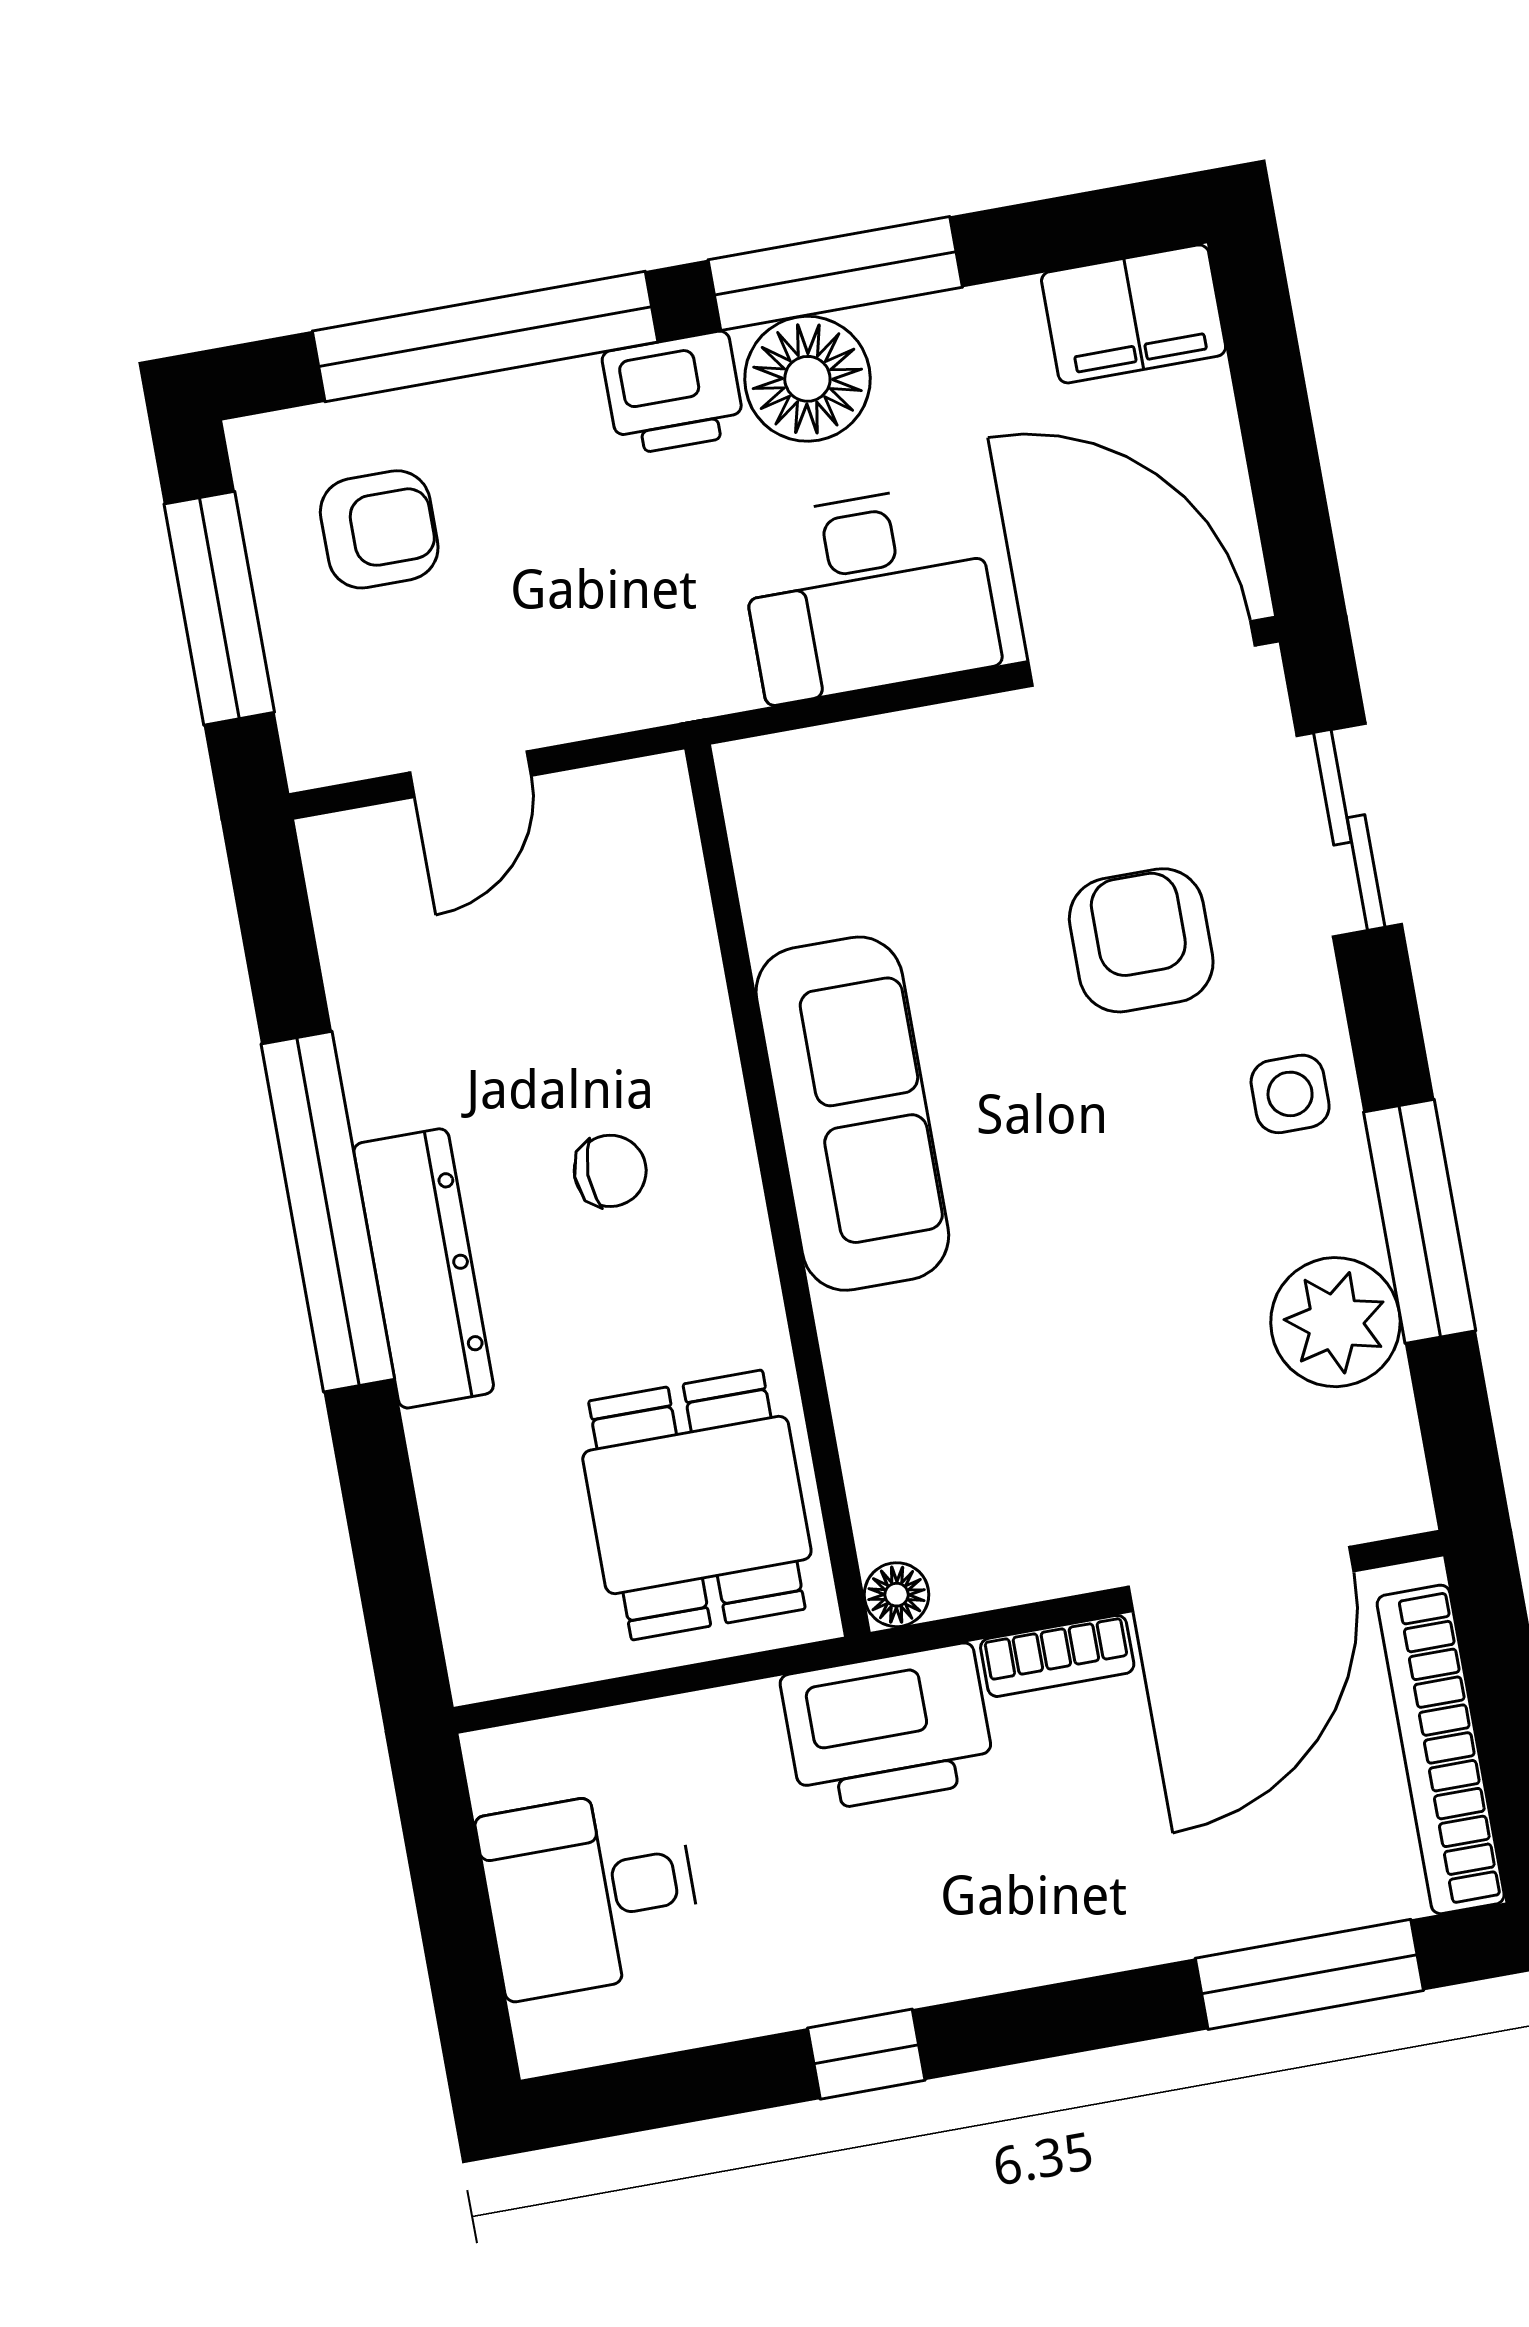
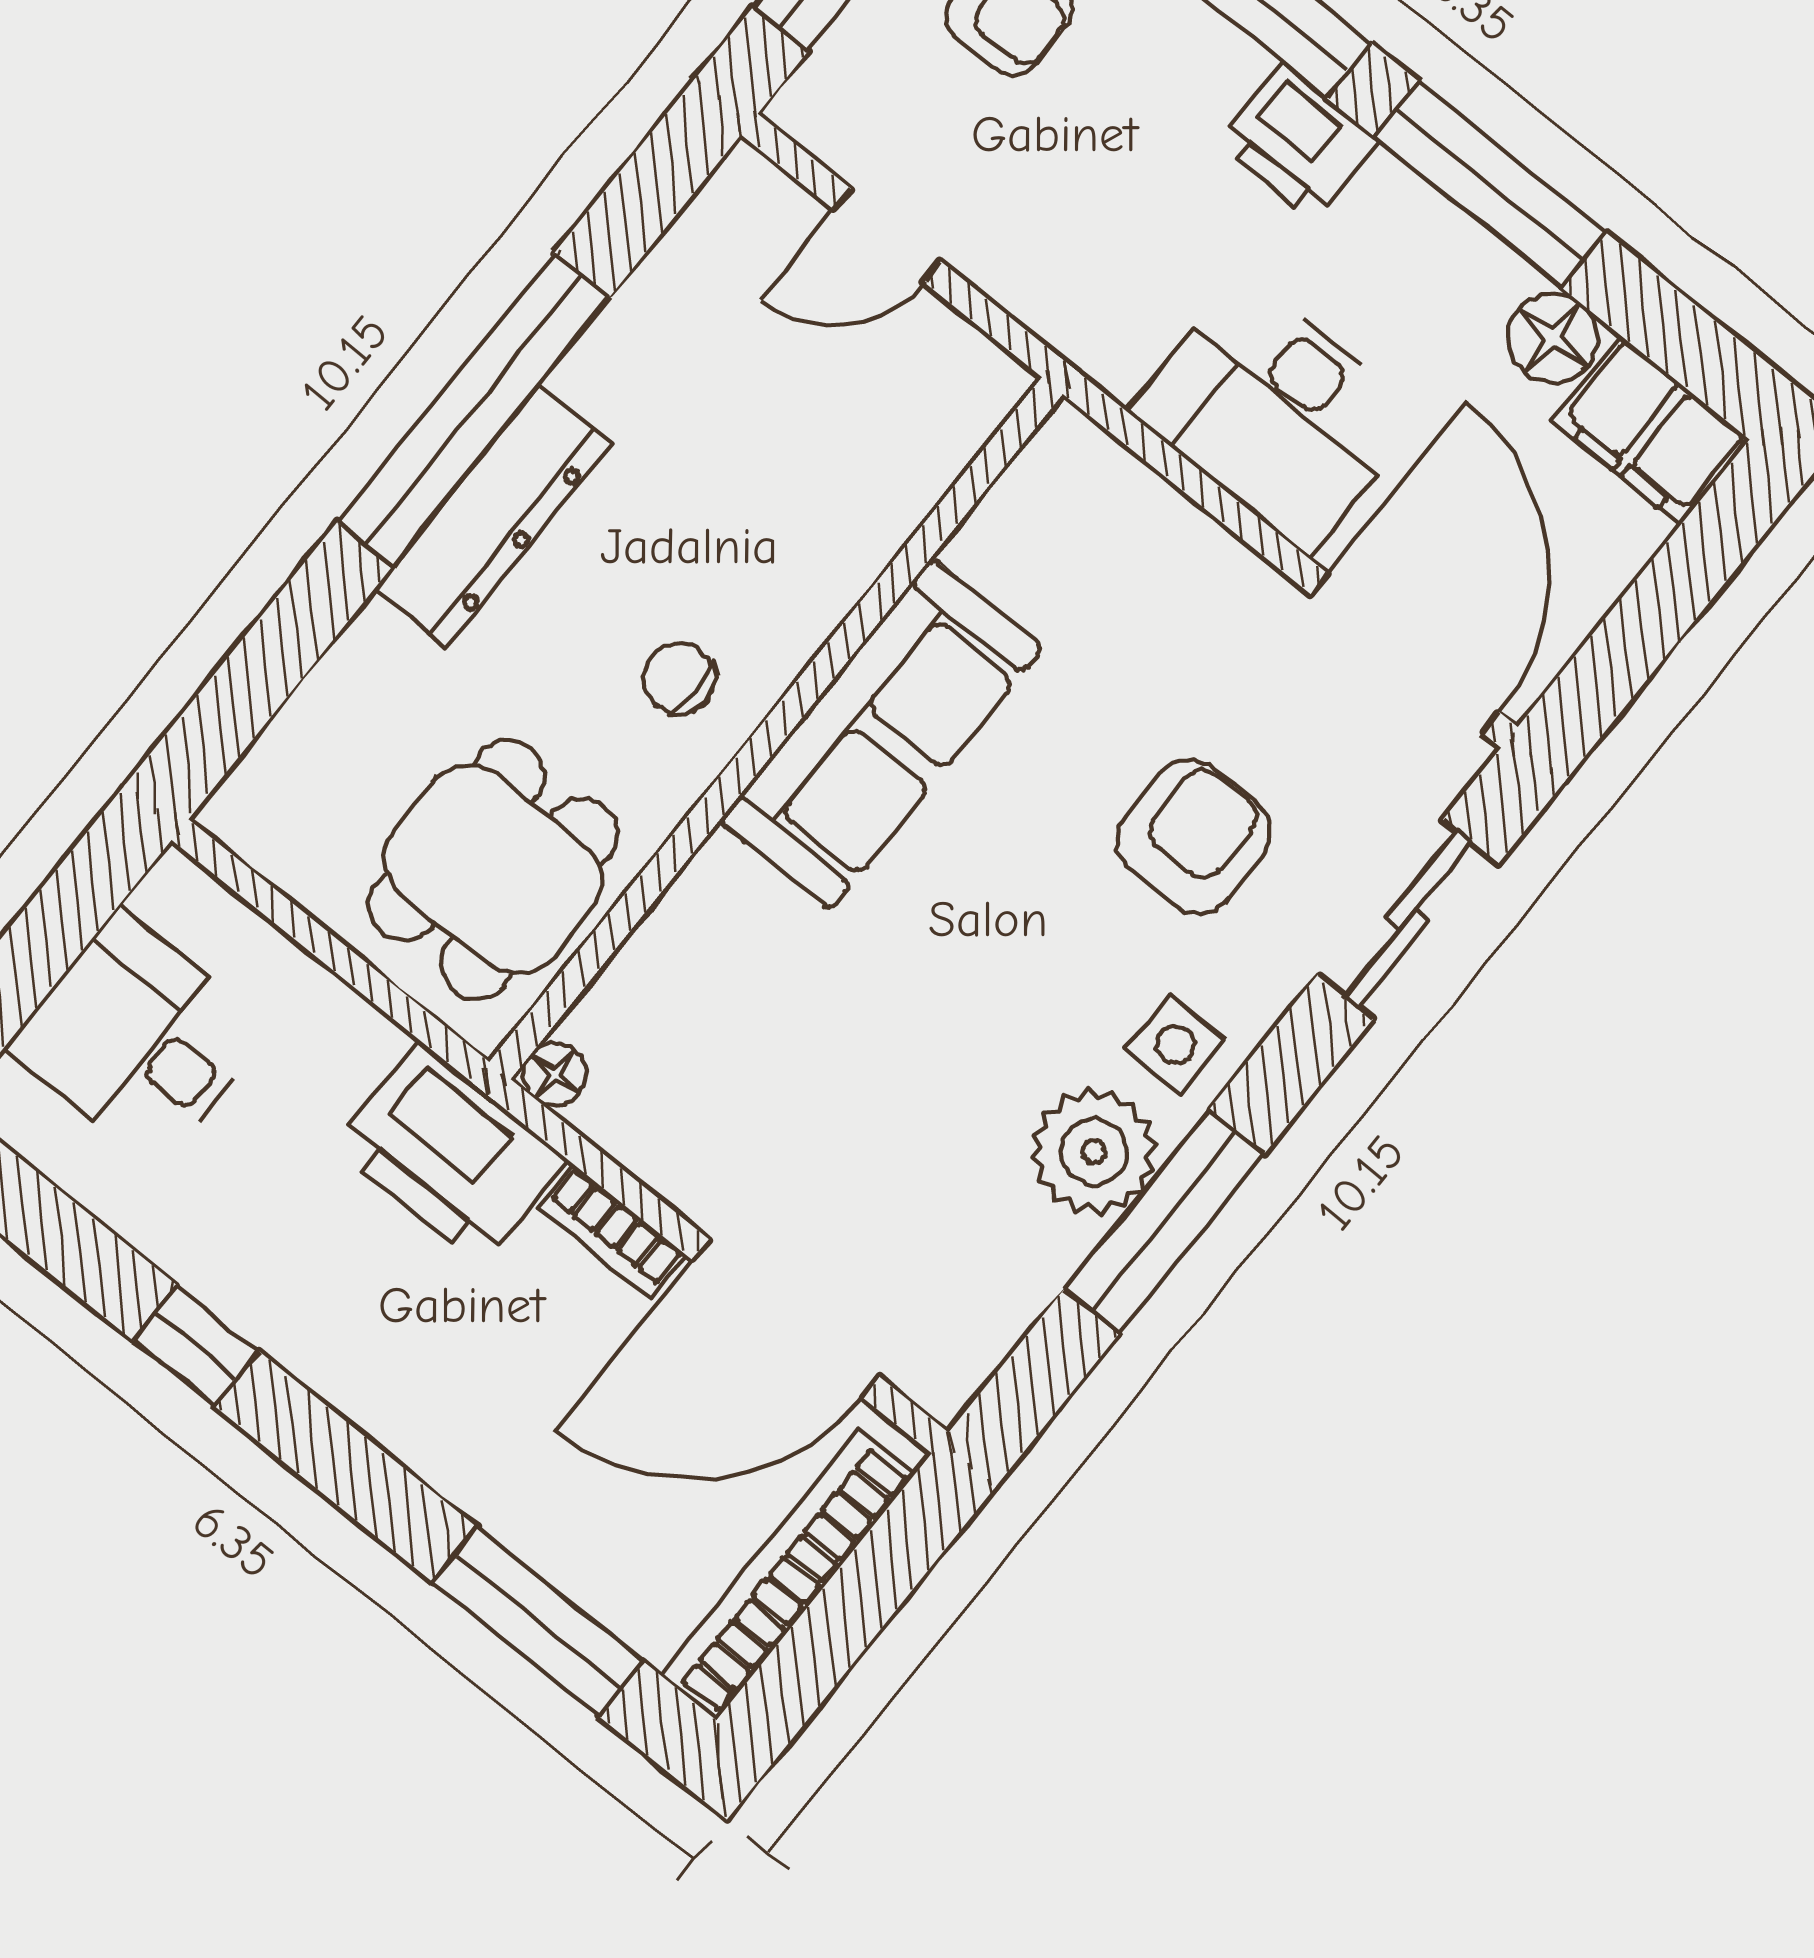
floor lamp: (807, 379) -> (1553, 338), moved, width x0.73, depth x0.73
chair: (610, 1171) -> (679, 679), moved, turned 180
plant: (1335, 1322) -> (1094, 1152), moved

